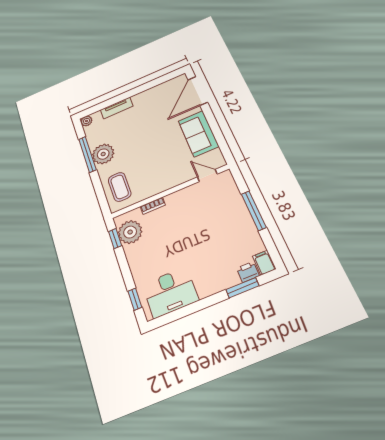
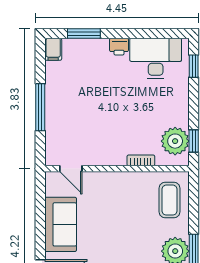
printer: (248, 272) -> (119, 47), moved

